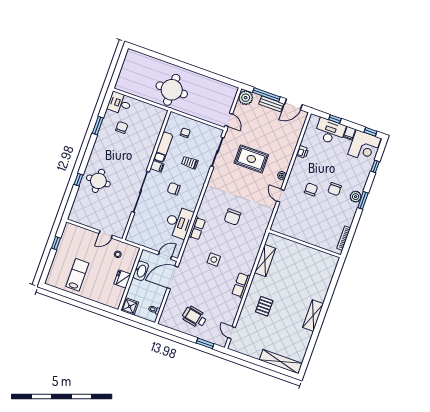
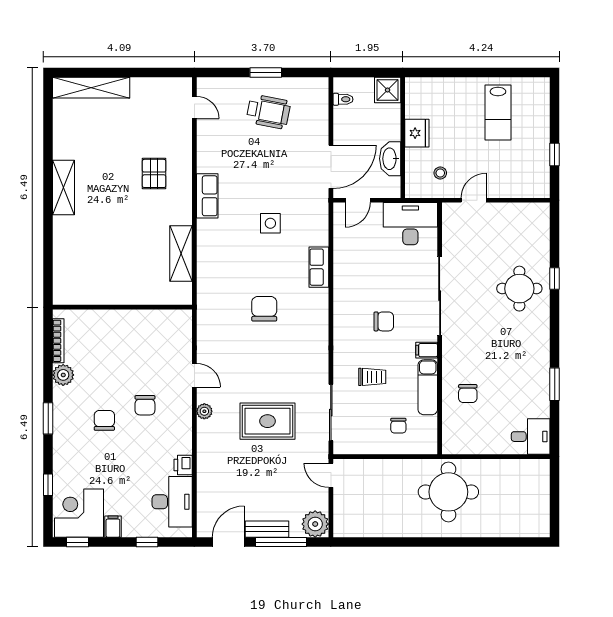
chair: (122, 127) -> (468, 394), moved
desk: (330, 131) -> (172, 502), moved, turned -90
plant: (356, 197) -> (63, 375), moved
desk: (179, 222) -> (410, 224), moved, turned 90
window: (205, 343) -> (266, 72), moved

